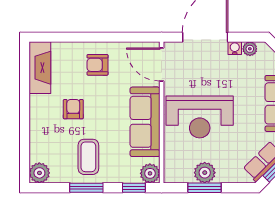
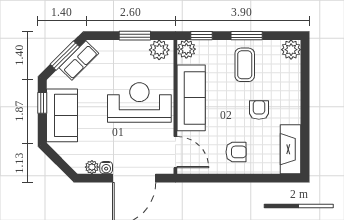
armchair: (73, 109) -> (259, 110), turned 180
plant: (205, 173) -> (159, 50), moved

